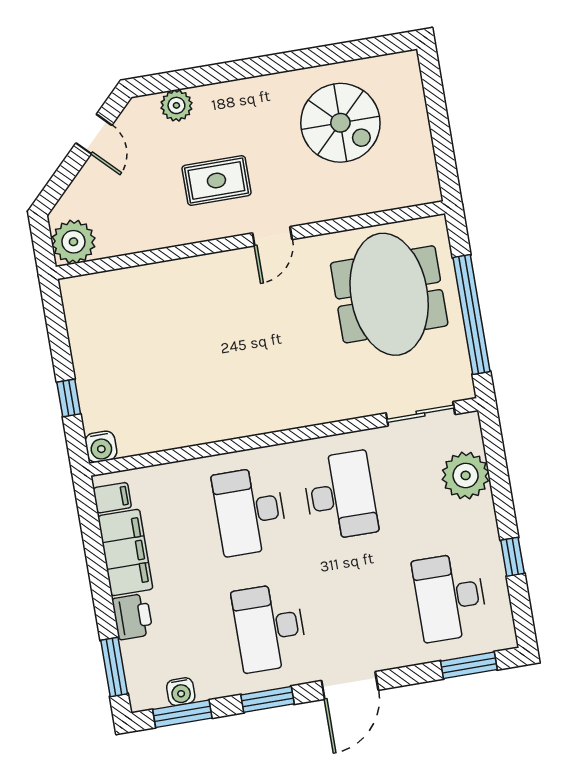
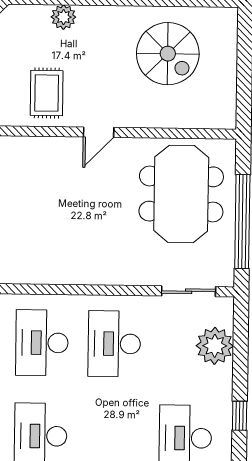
plant: (176, 105) -> (63, 17), moved
rug: (216, 181) -> (47, 93), moved, turned 90
desk: (340, 496) -> (114, 344), turned 180

